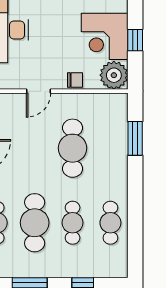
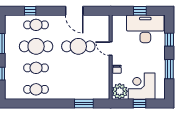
cafe table: (73, 148) -> (78, 46), moved

